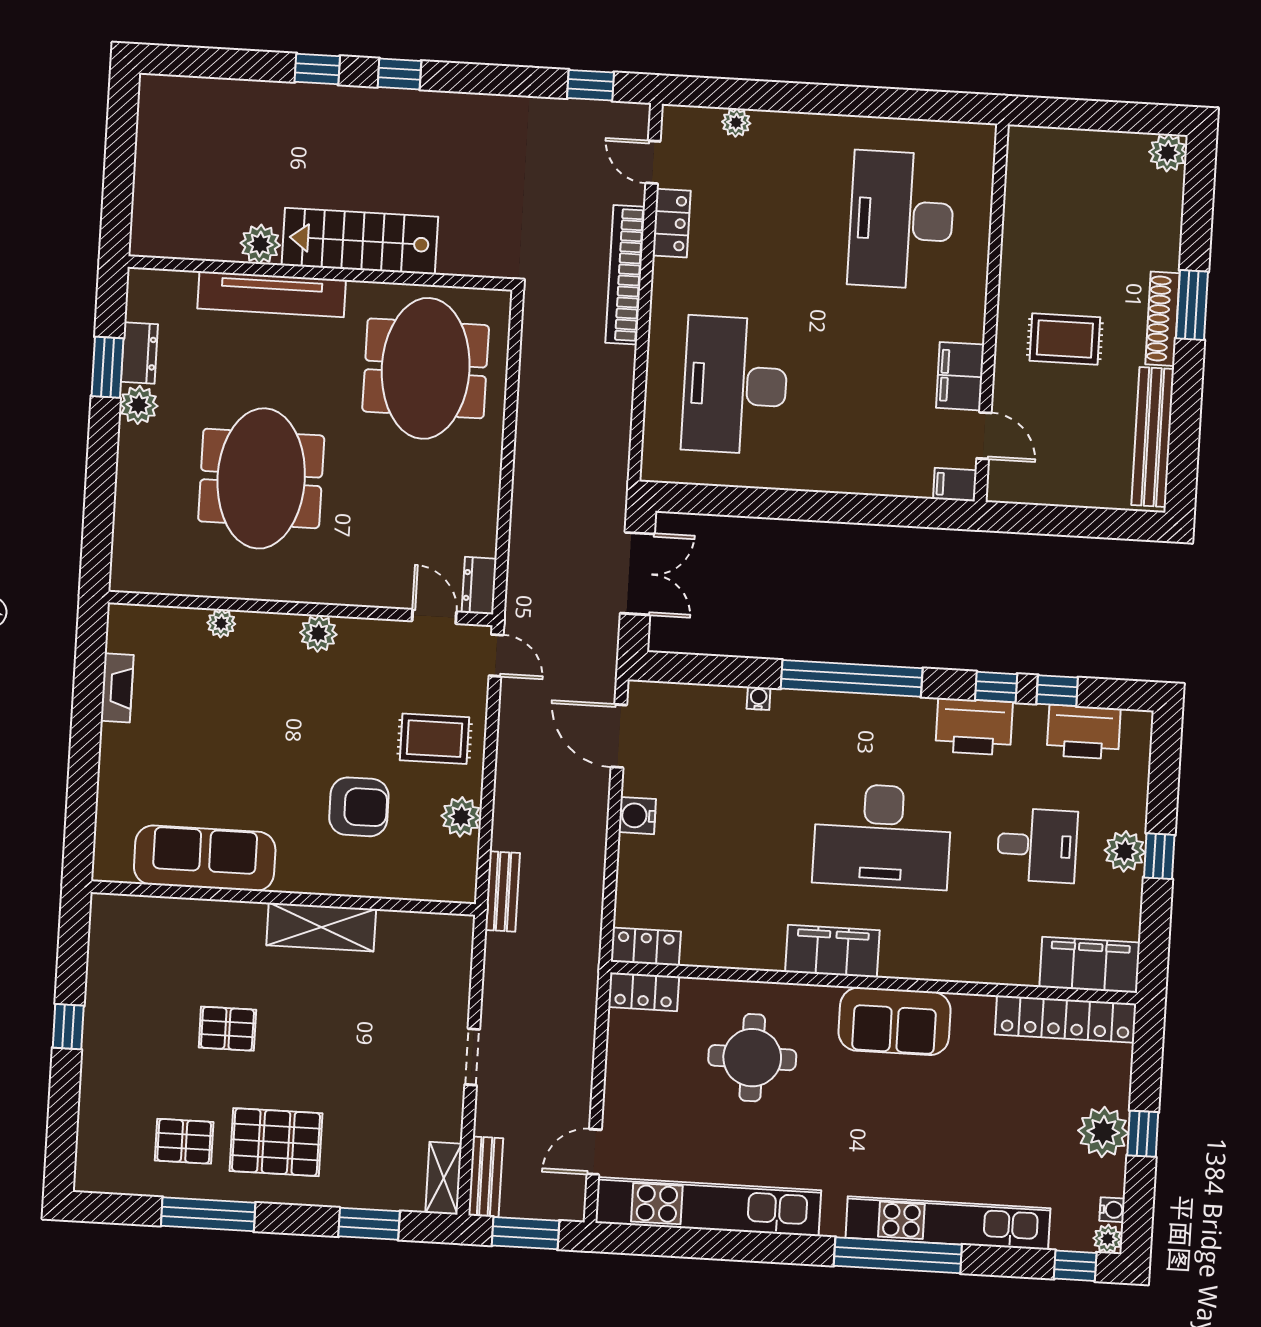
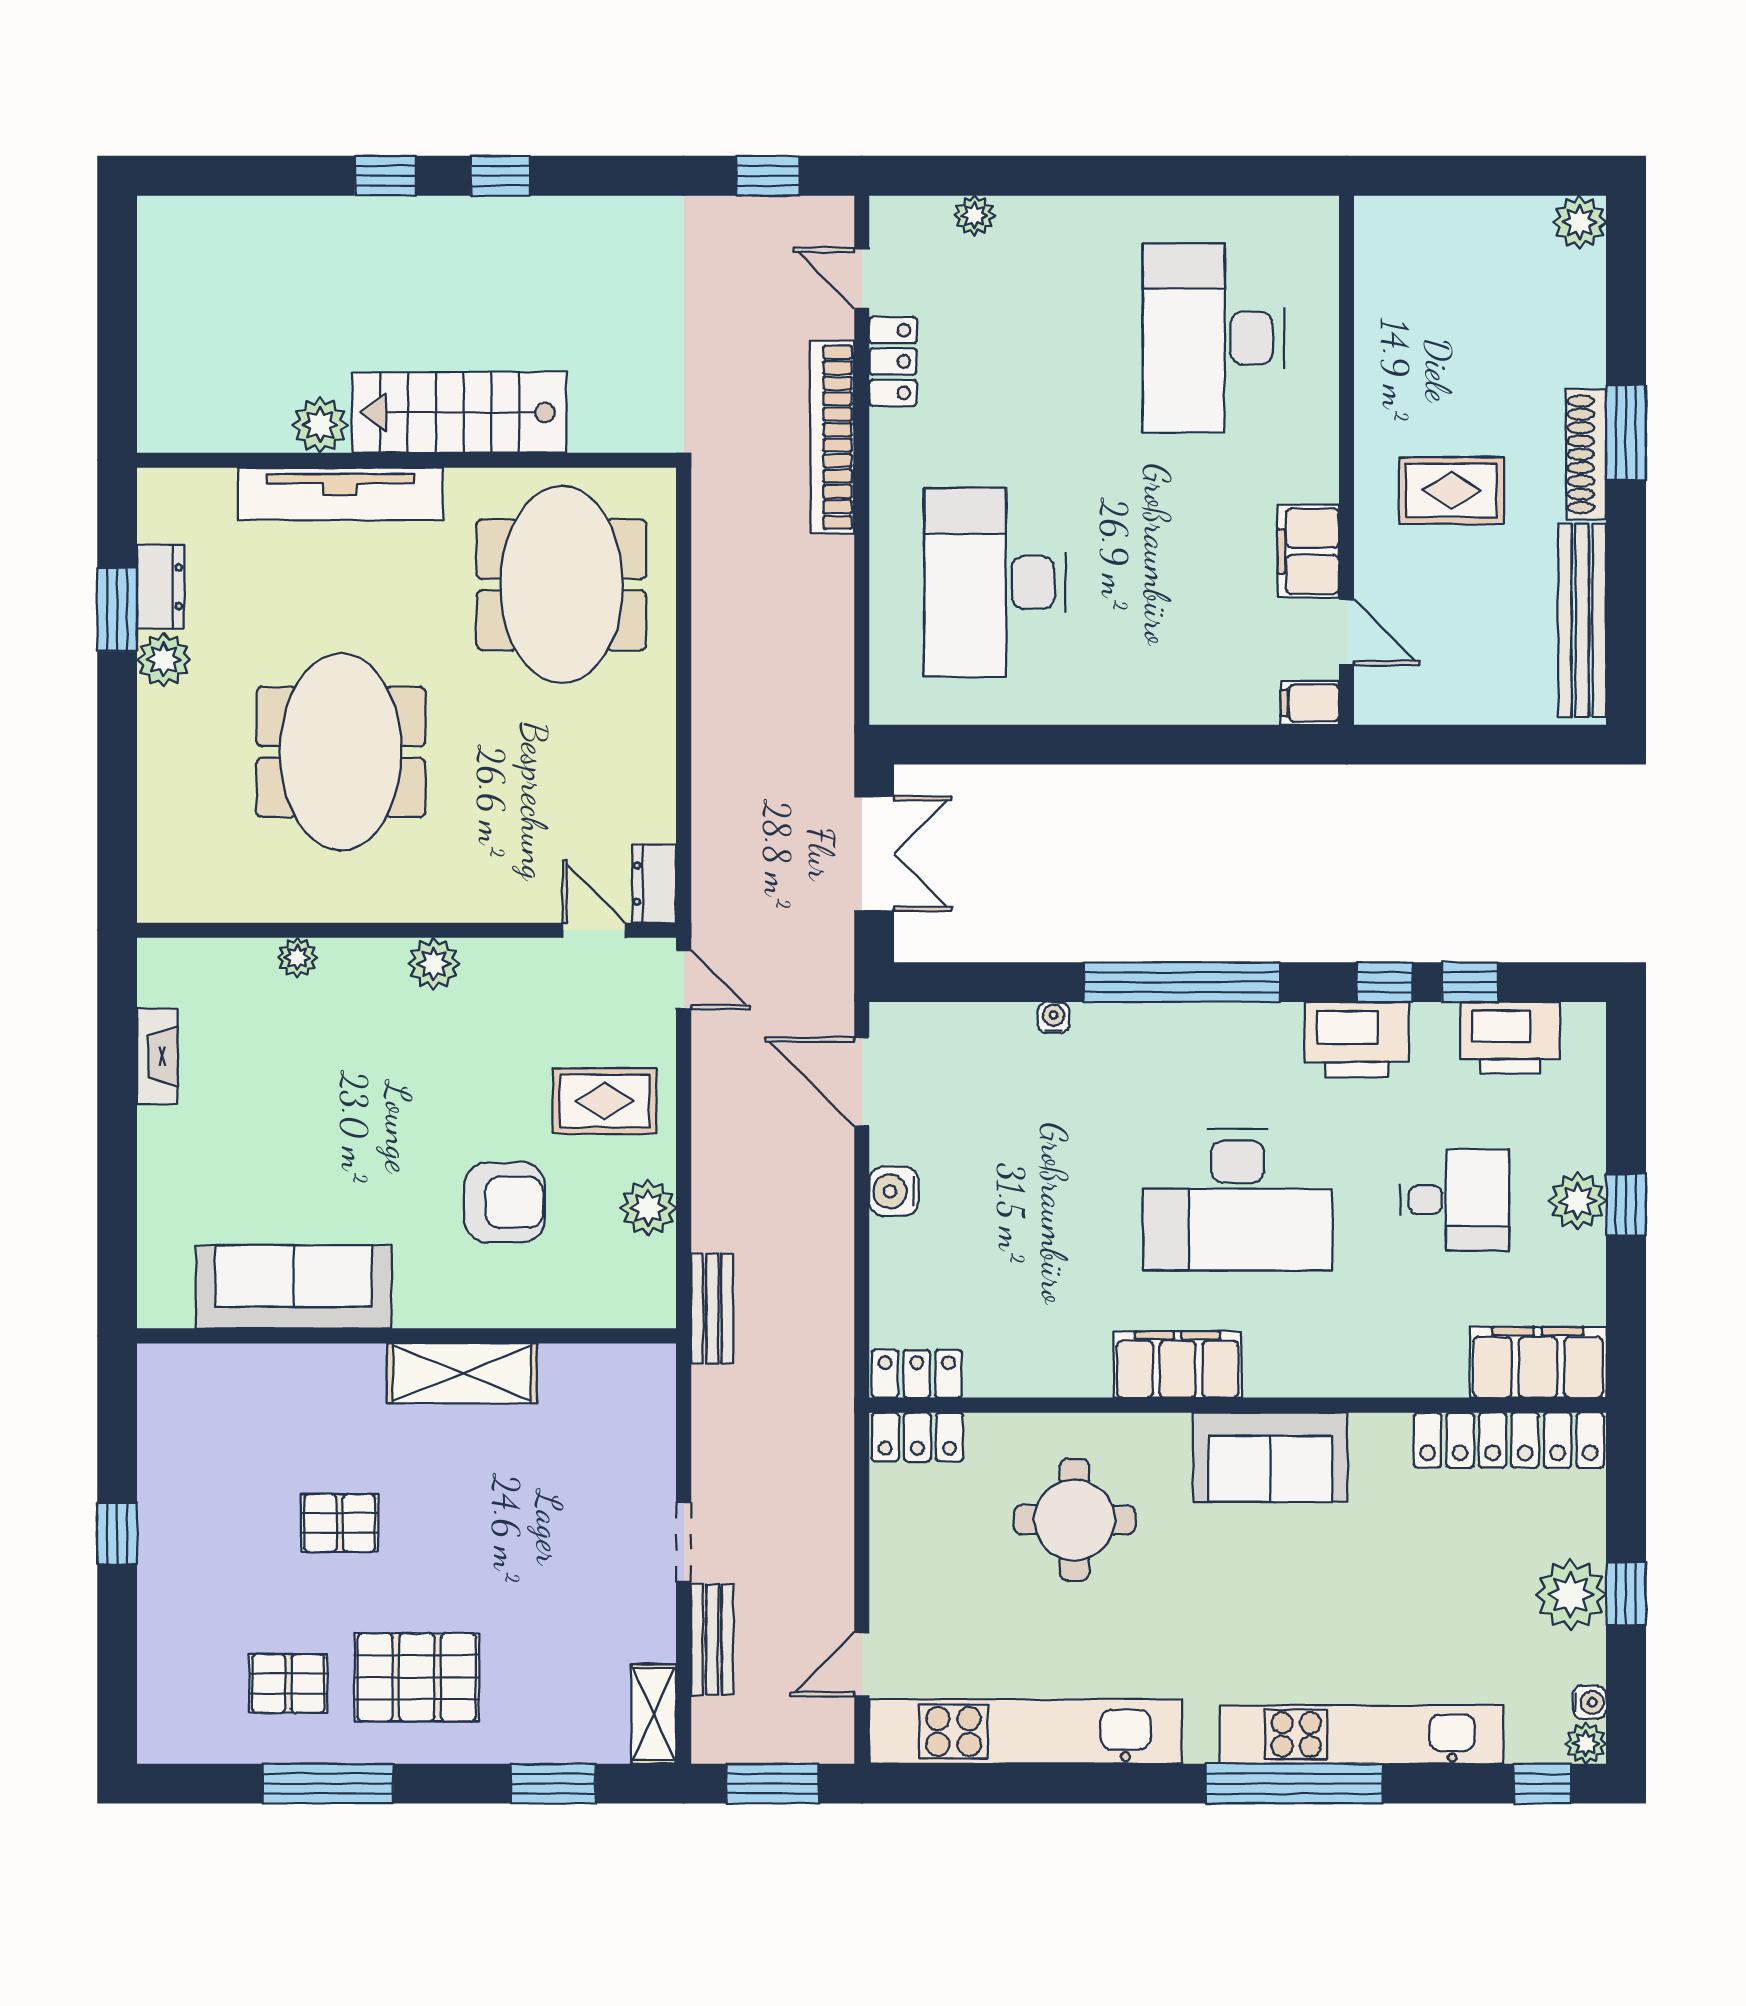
bench: (486, 1177) -> (712, 1639), moved

